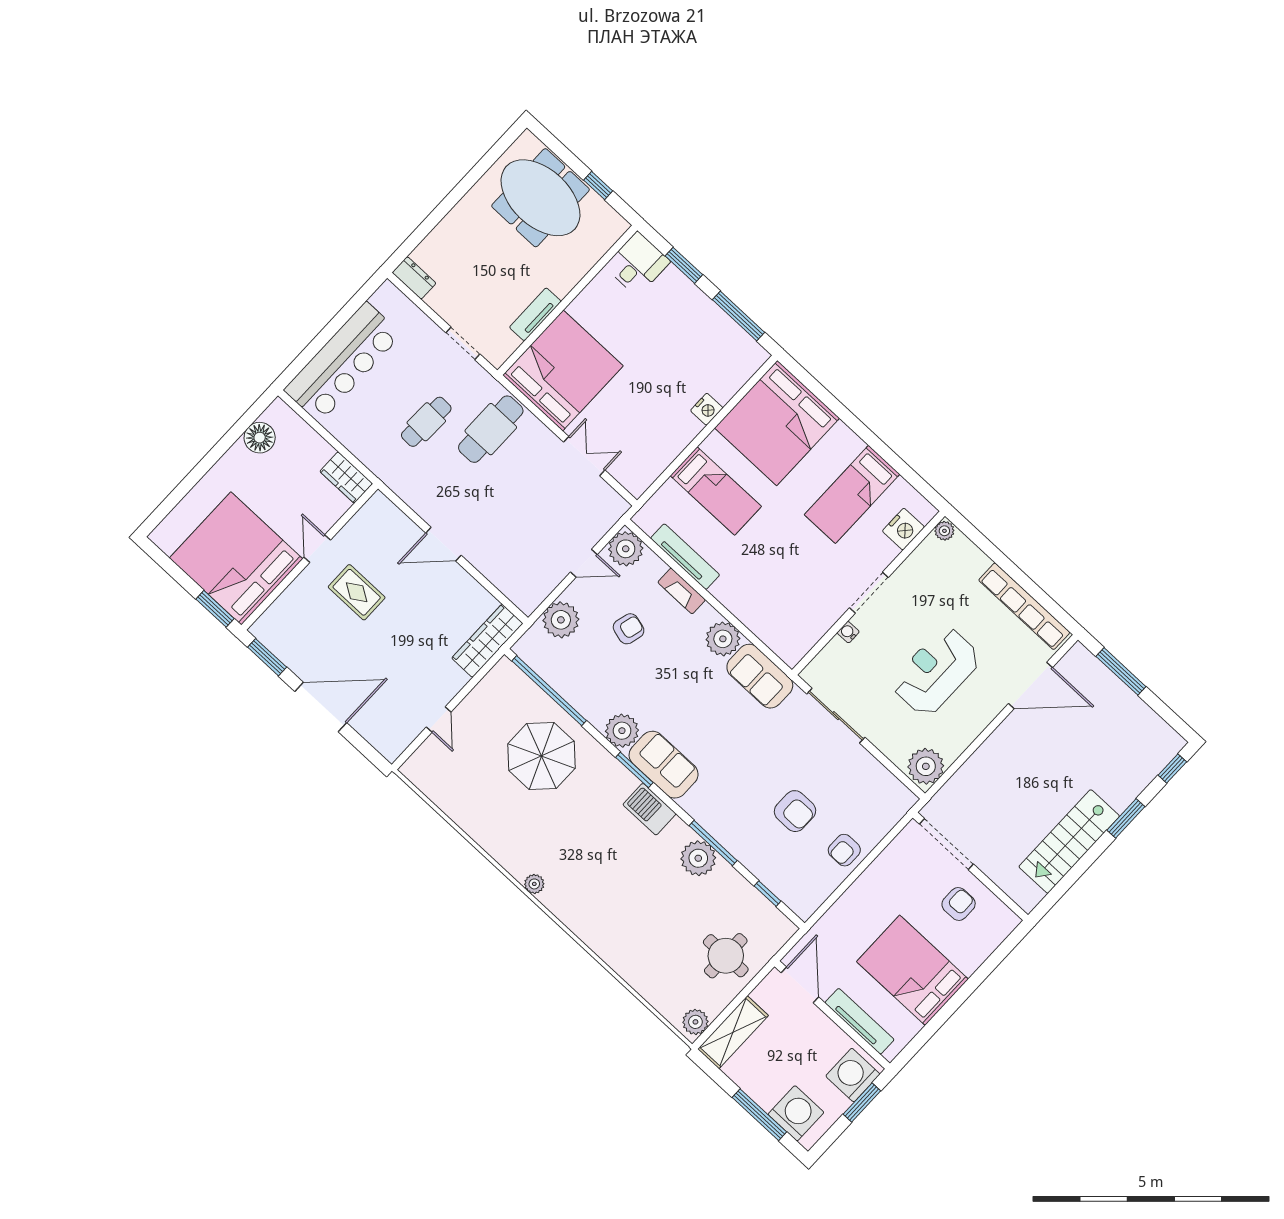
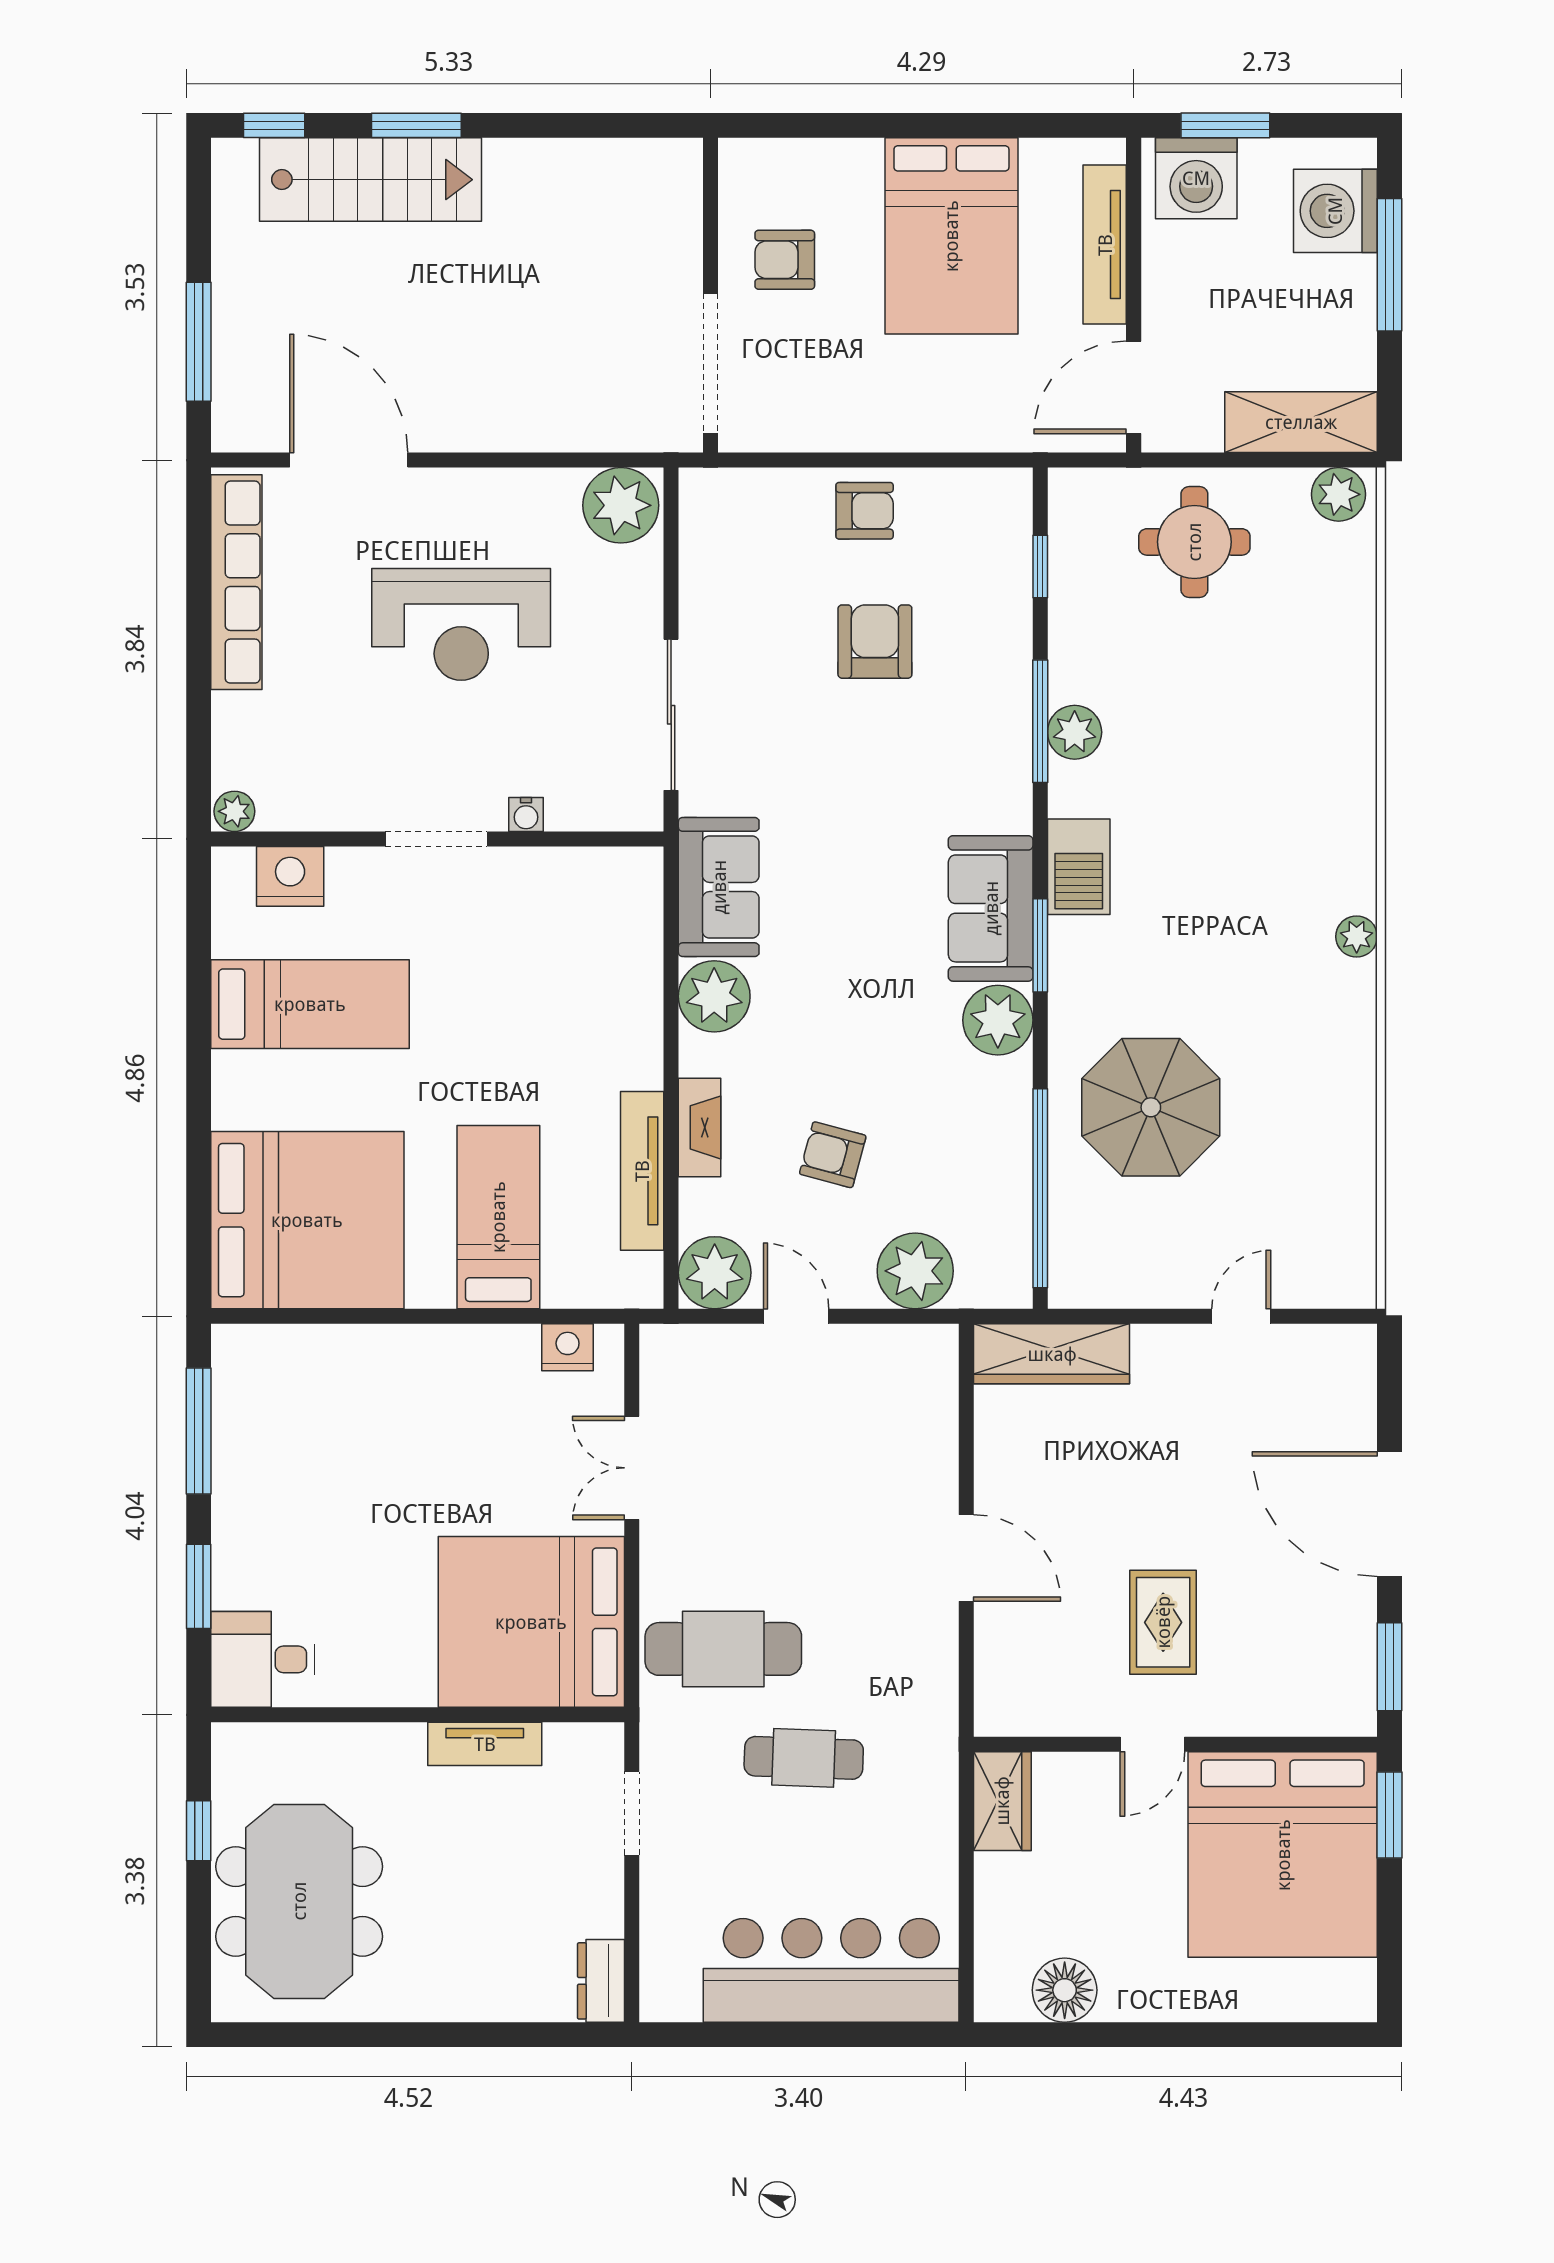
nightstand: (707, 409) -> (568, 1347), moved
stairs: (1069, 841) -> (371, 180), moved
plant: (698, 858) -> (1075, 732), width x0.73, depth x0.73

